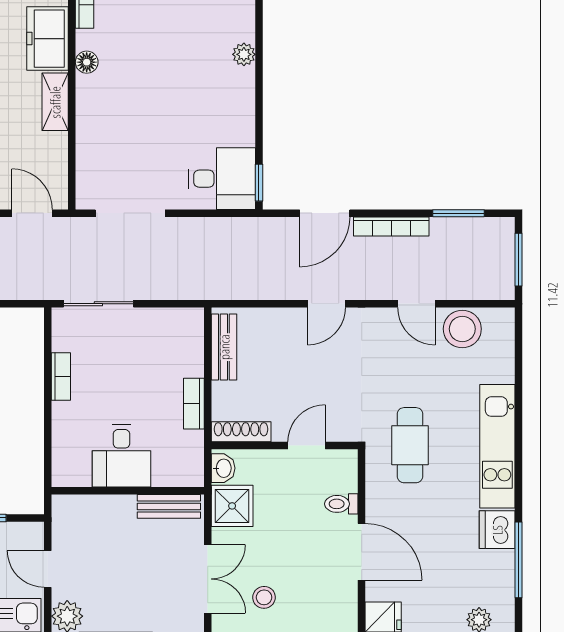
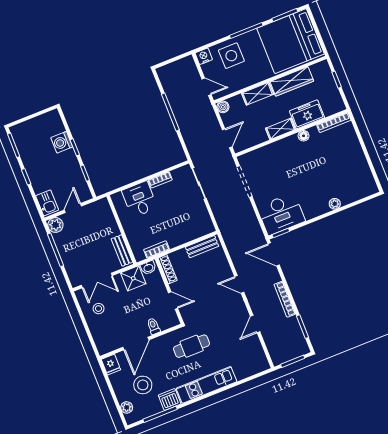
desk: (222, 179) -> (281, 214), width x1.37
door: (325, 213) -> (274, 254), moved
stool: (462, 329) -> (143, 385), moved
bookcase: (194, 404) -> (157, 249), moved
desk: (122, 456) -> (140, 199), moved, turned 90

